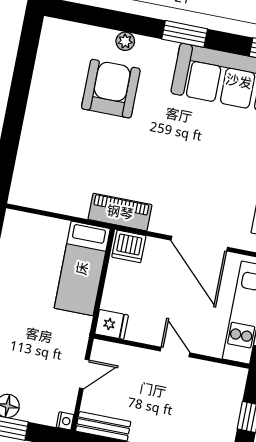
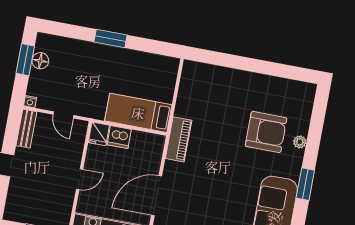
dishwasher: (129, 246) -> (119, 137), moved, turned -90

